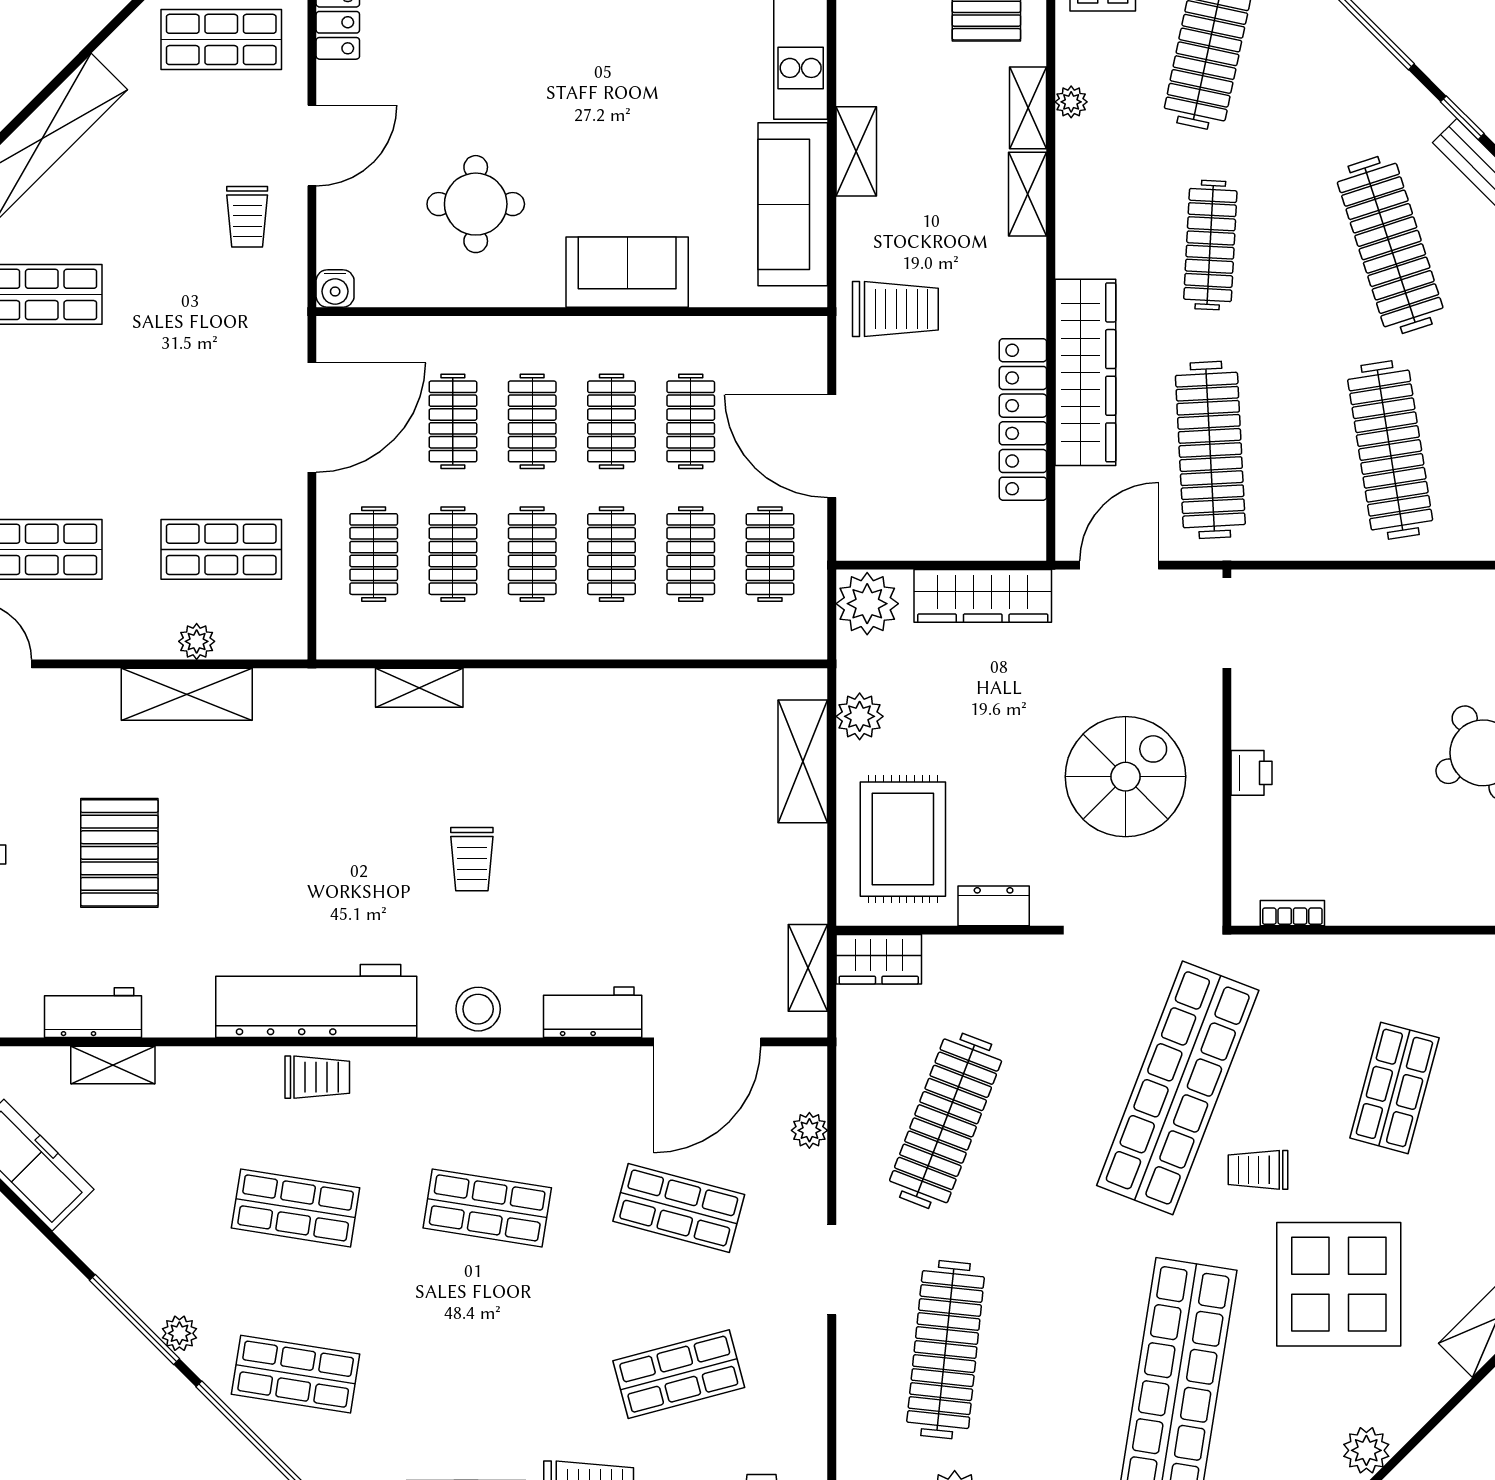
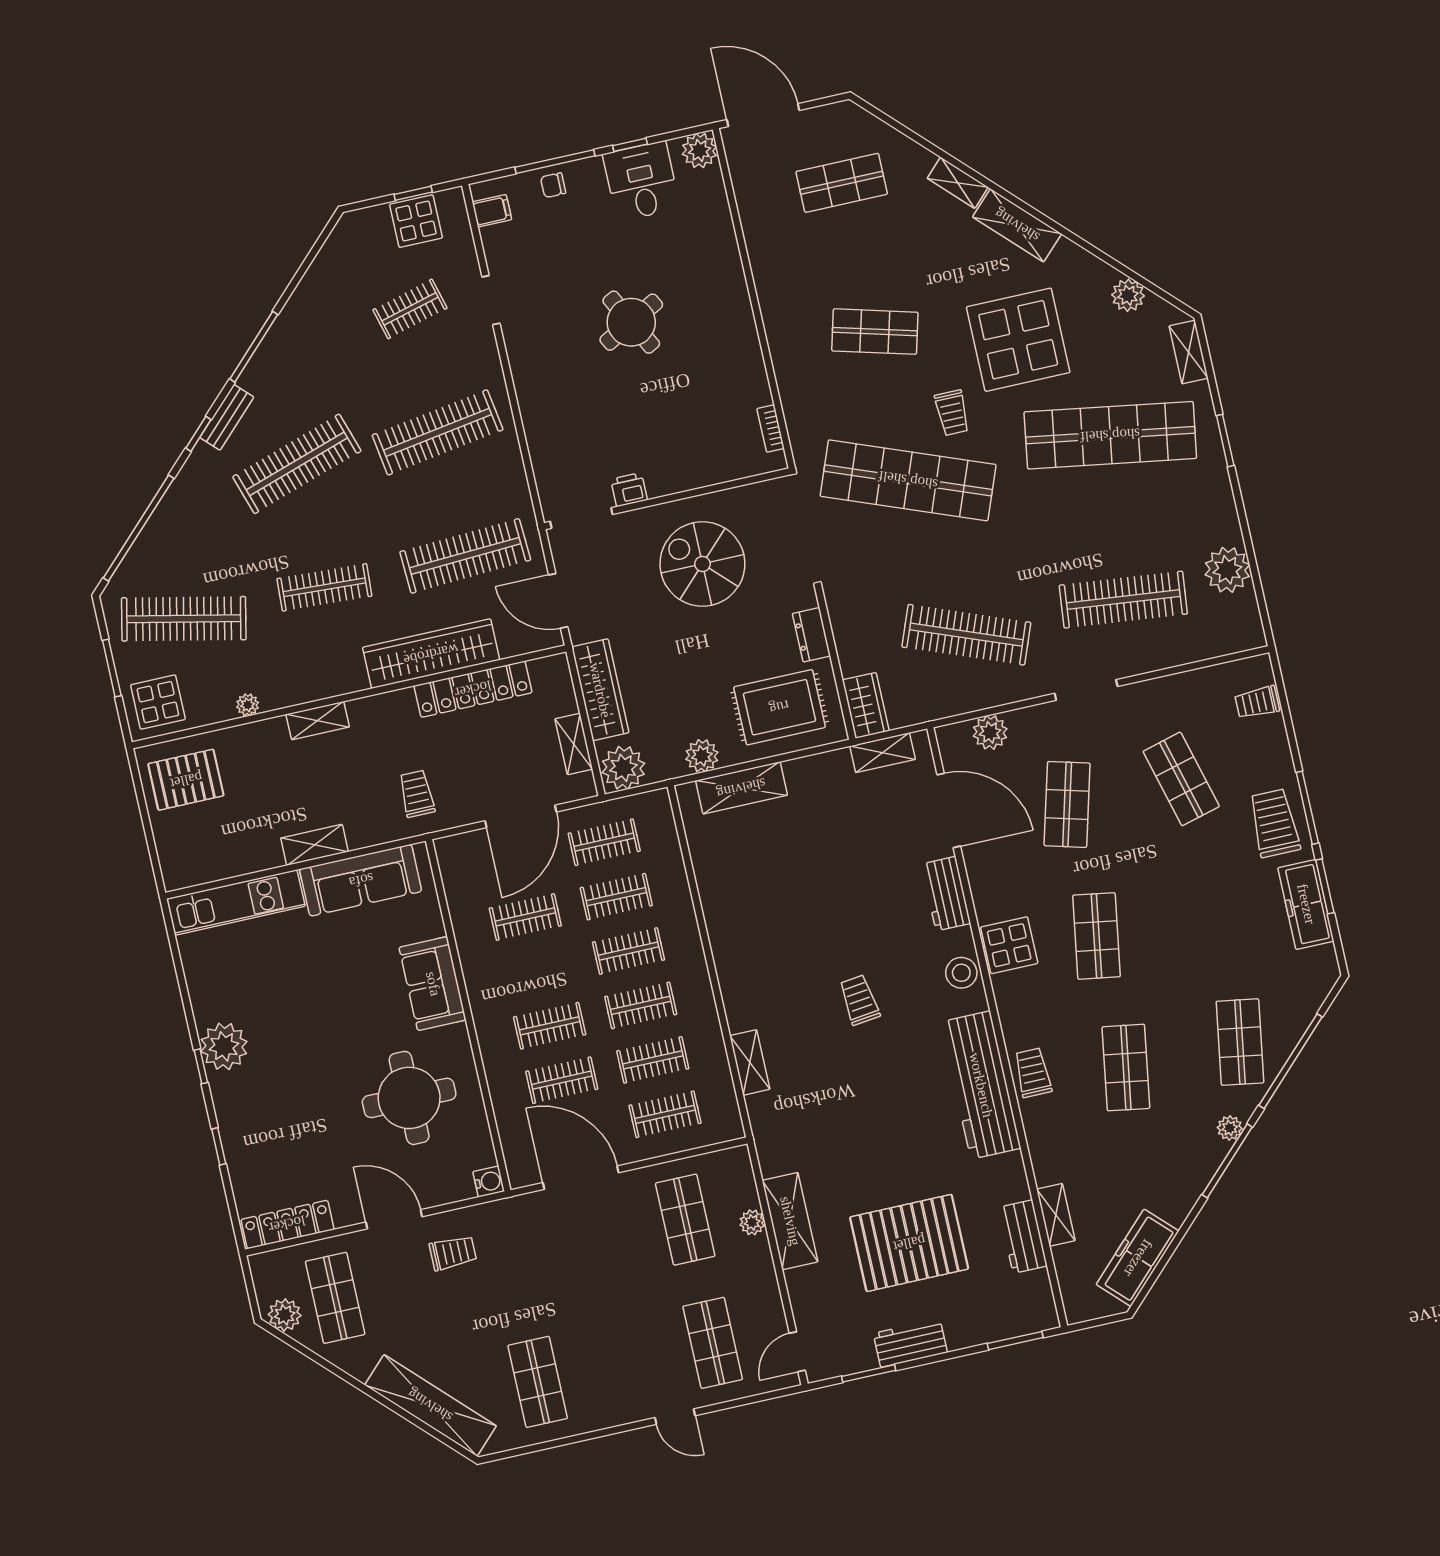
shelving: (1028, 108) -> (574, 744), moved, turned 90
round table: (476, 204) -> (409, 1098), width x1.36, depth x1.36
trolley: (895, 309) -> (417, 794), width x0.73, depth x0.72
clothes rail: (611, 421) -> (537, 971), removed
printer: (1252, 773) -> (629, 490), moved
pallet: (119, 853) -> (909, 1243), width x1.37, depth x1.41
trolley: (472, 859) -> (859, 1000), turned -97
display table: (501, 1084) -> (1009, 945), added
plant: (809, 1130) -> (990, 732), width x1.38, depth x1.38

